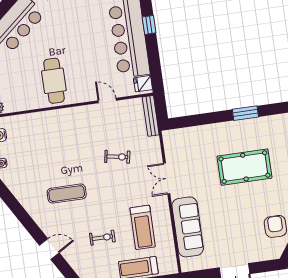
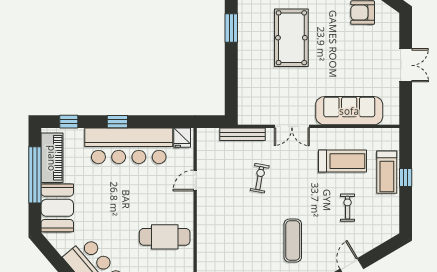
bench: (151, 116) -> (242, 134), moved

